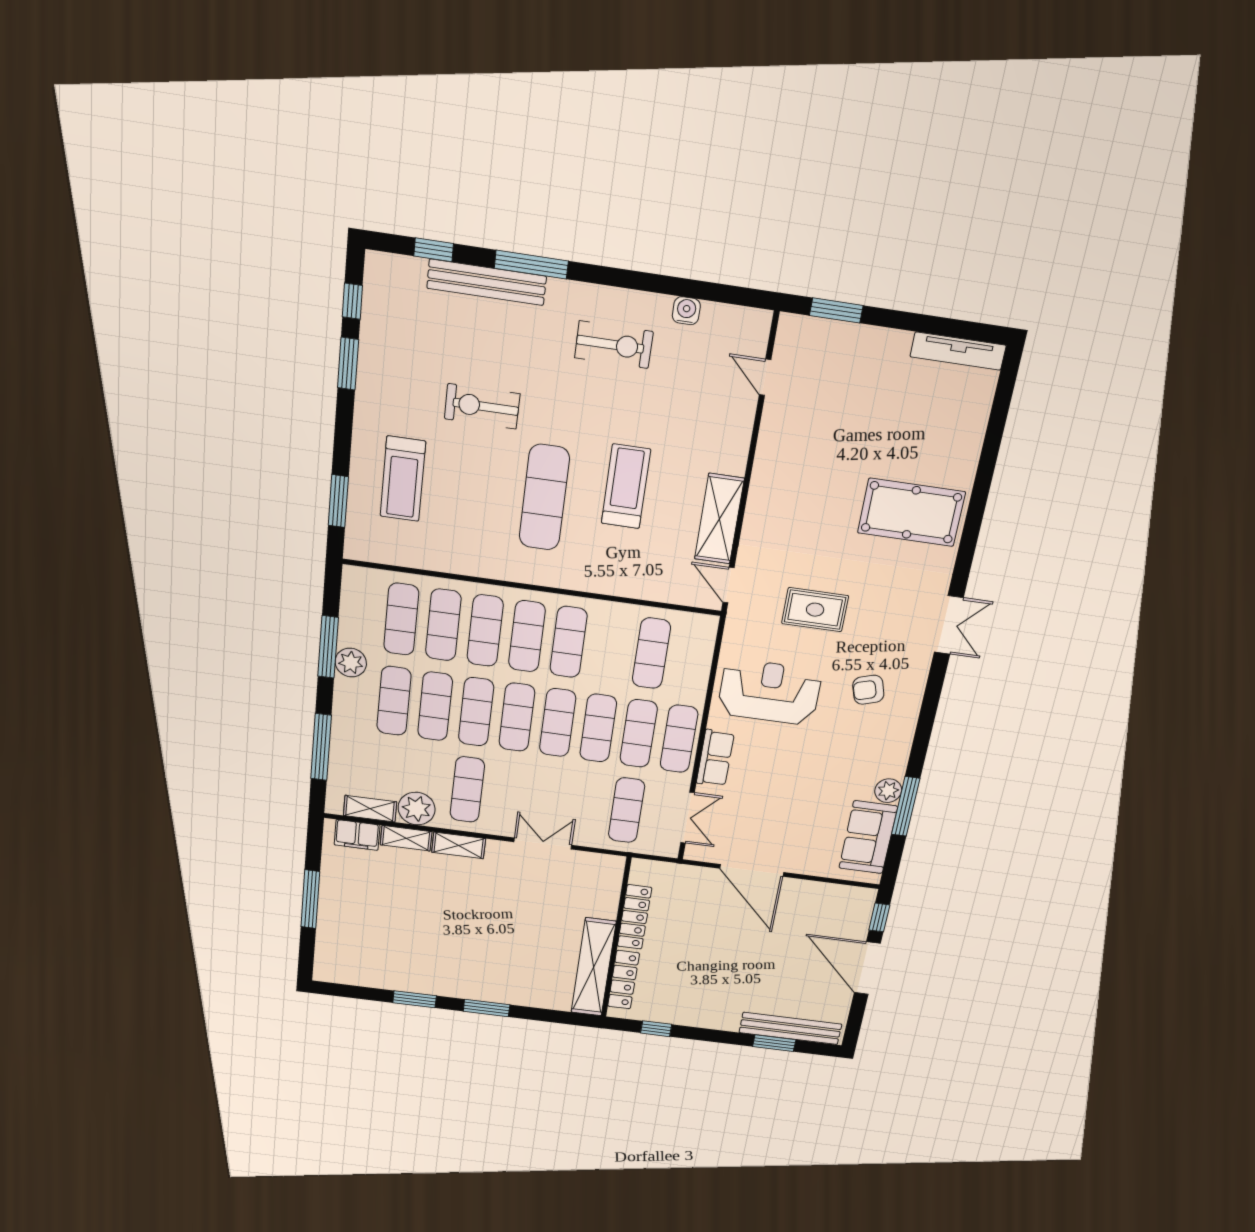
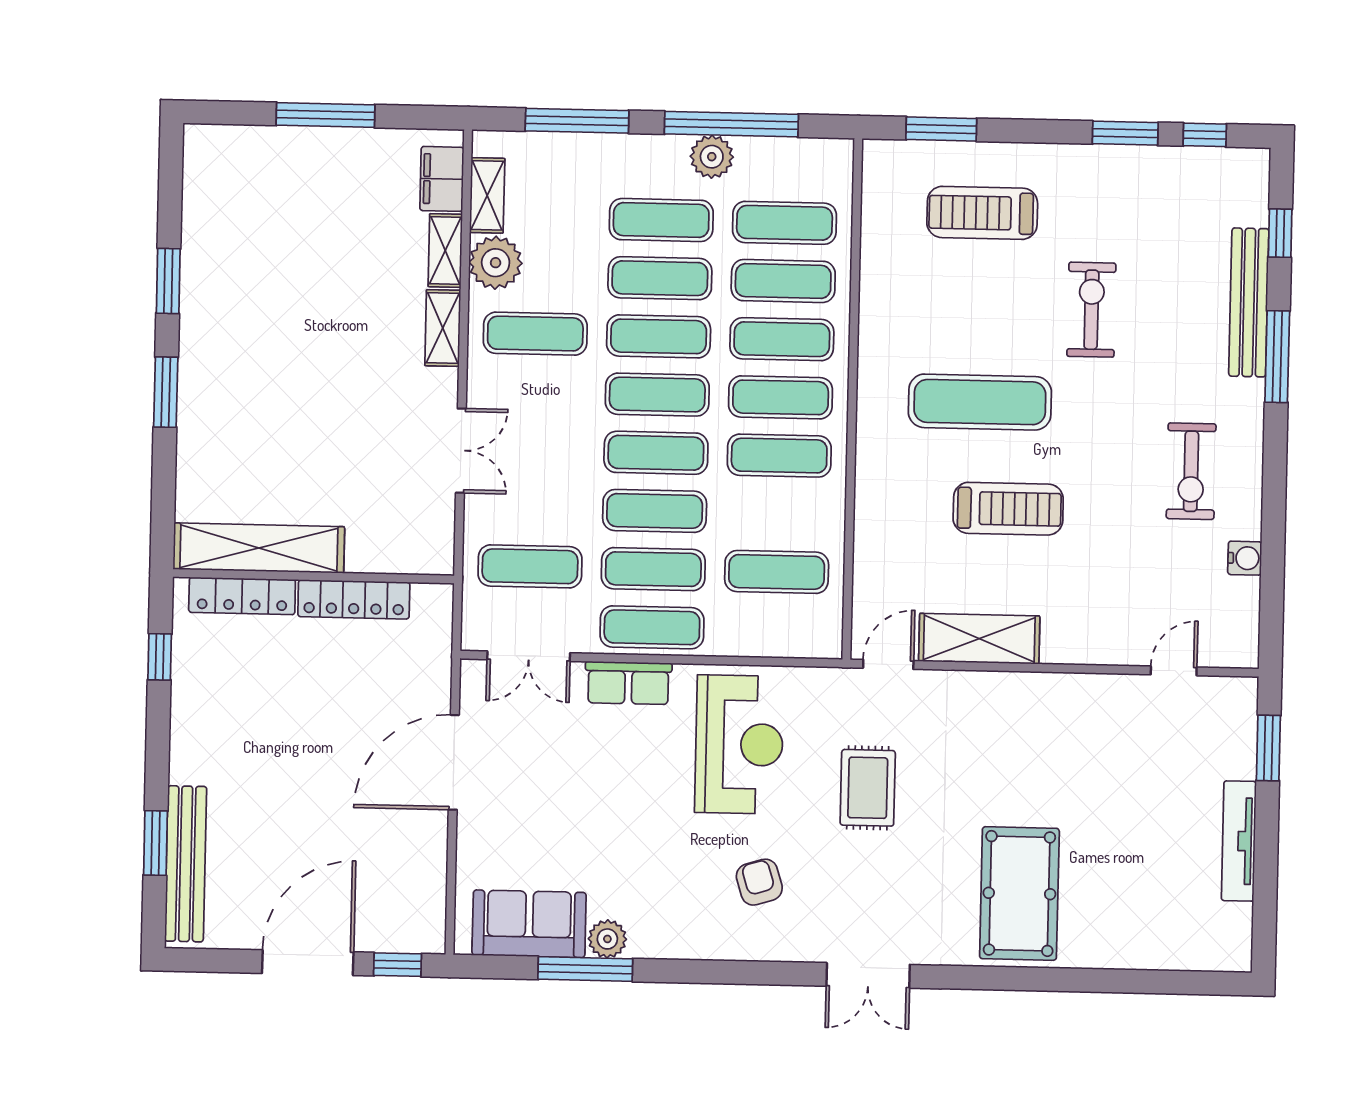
tv unit: (958, 351) -> (1239, 841), moved
window: (328, 647) -> (731, 124), width x1.46

